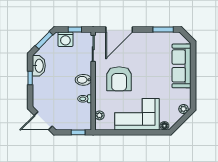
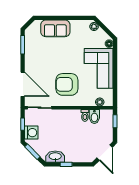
sofa: (181, 66) -> (55, 28), width x0.73
armchair: (119, 79) -> (67, 84), turned 180
bidet: (83, 80) -> (94, 116), moved

